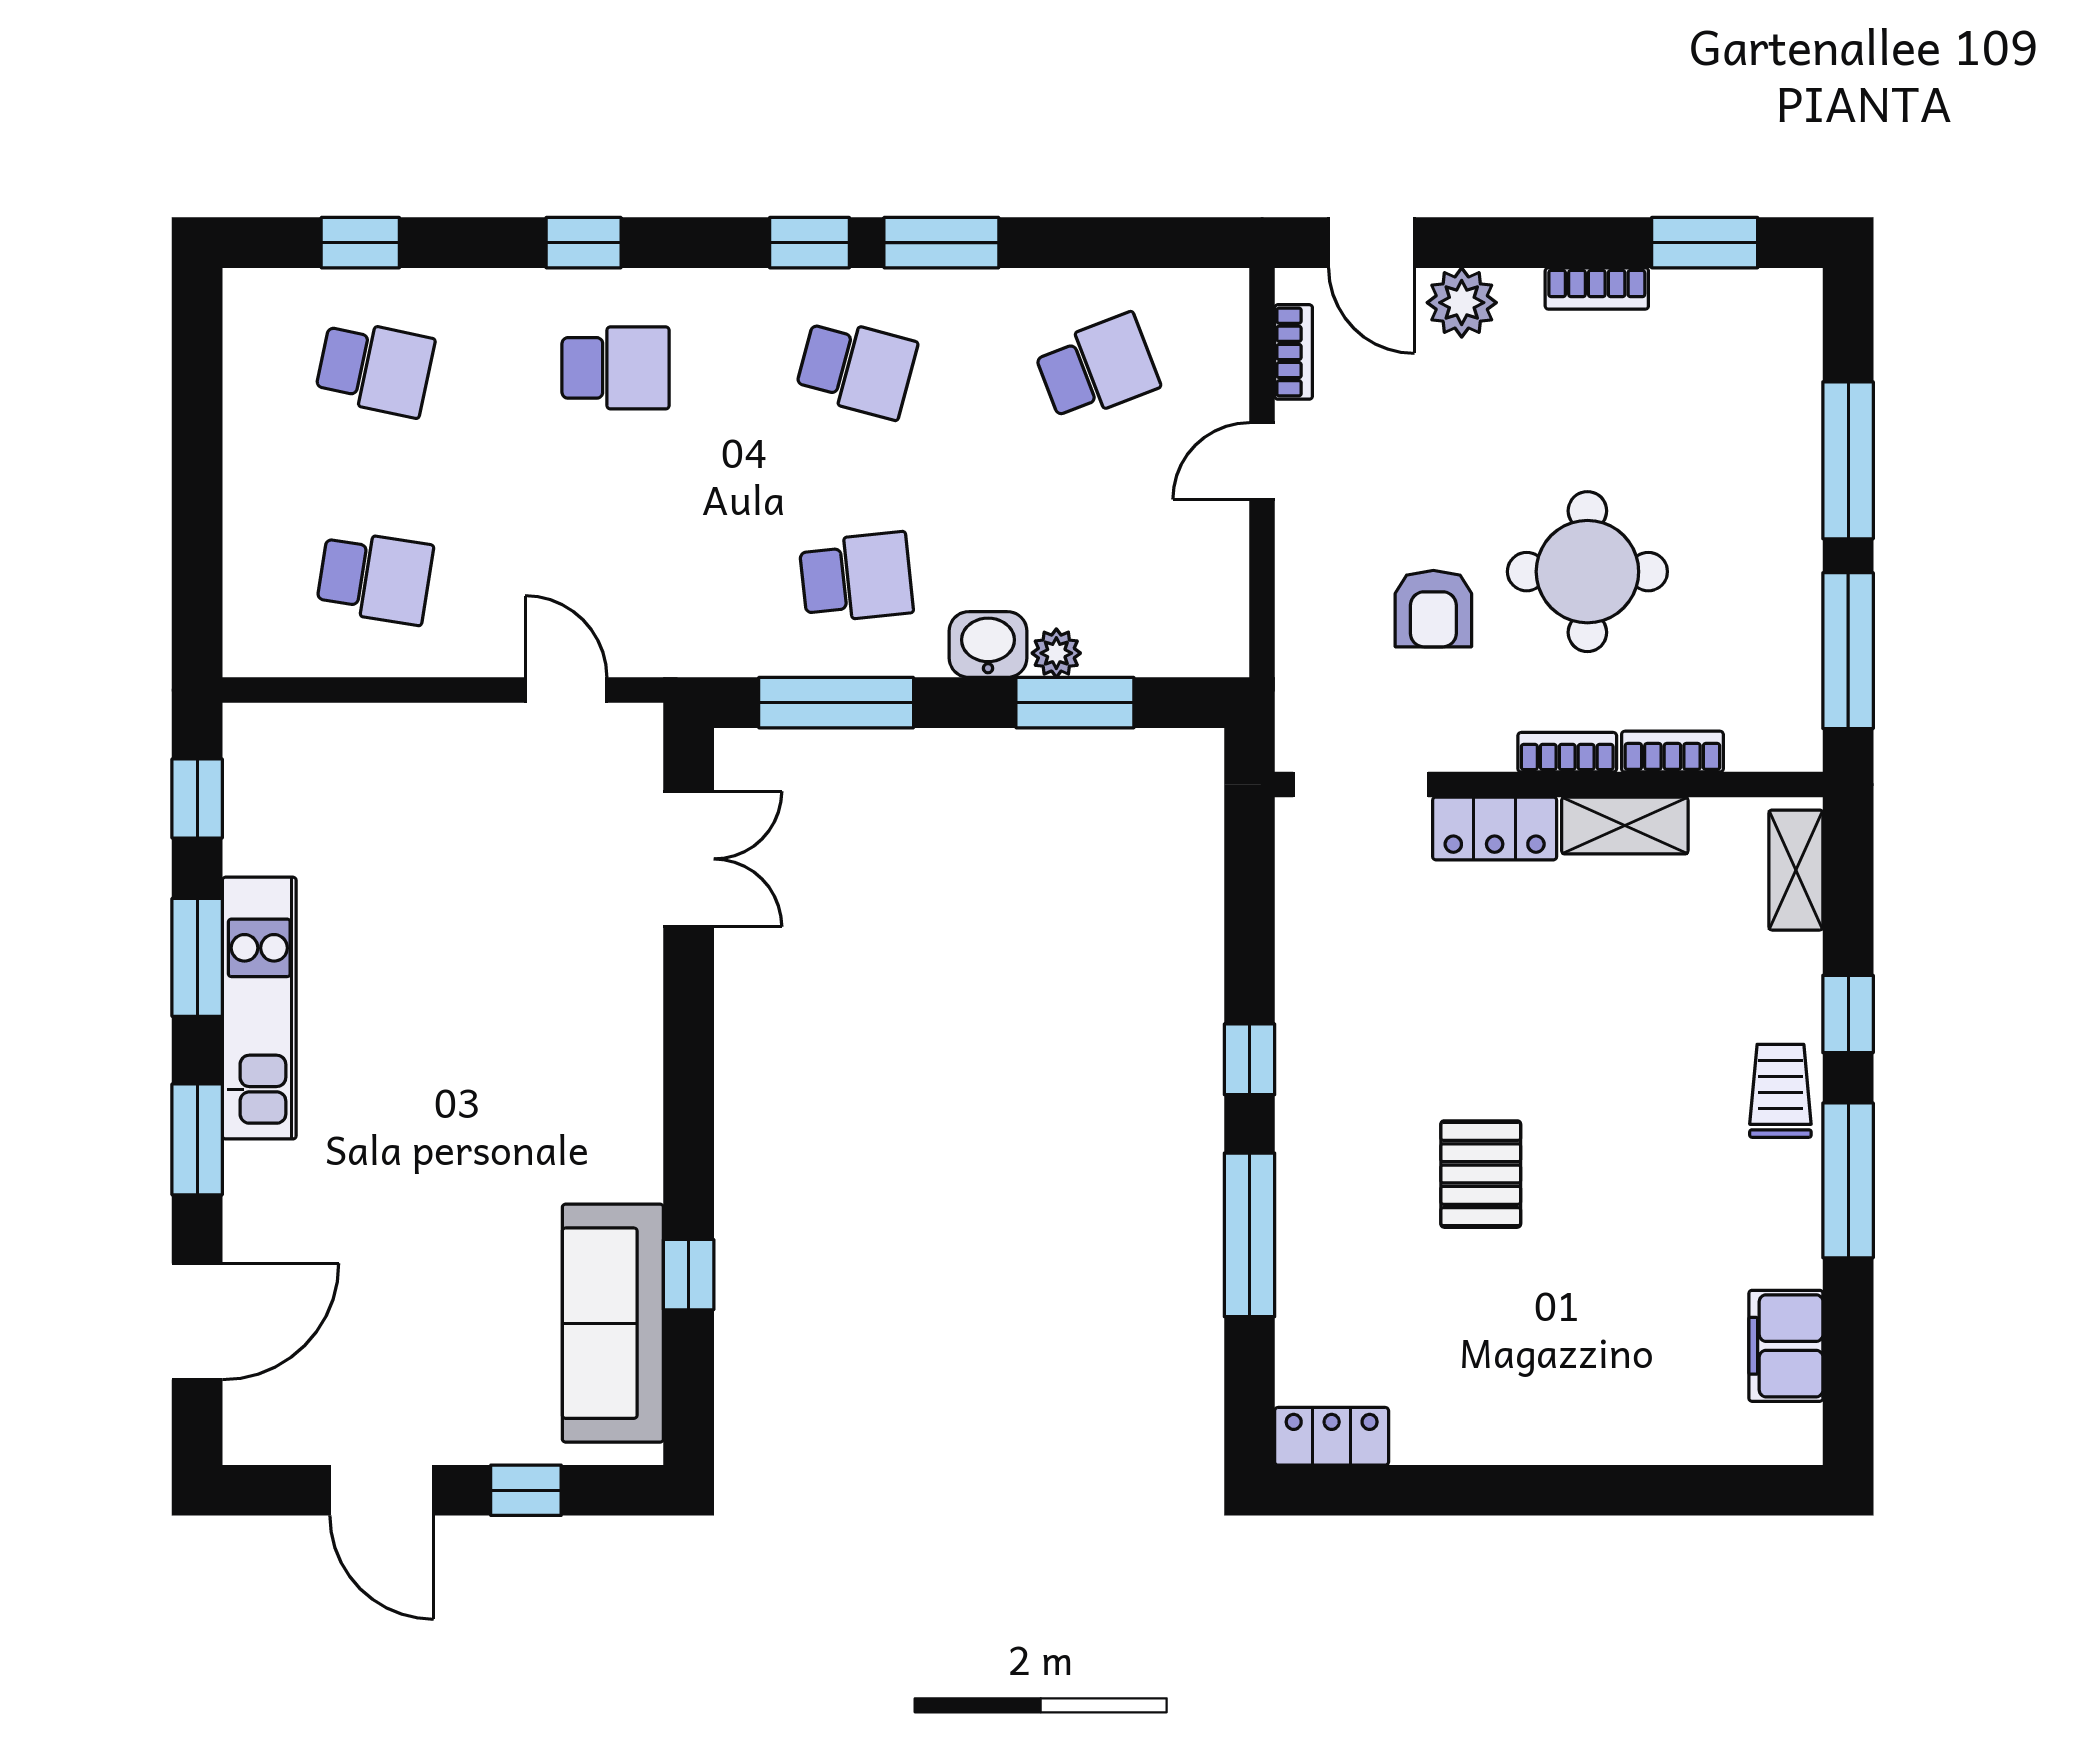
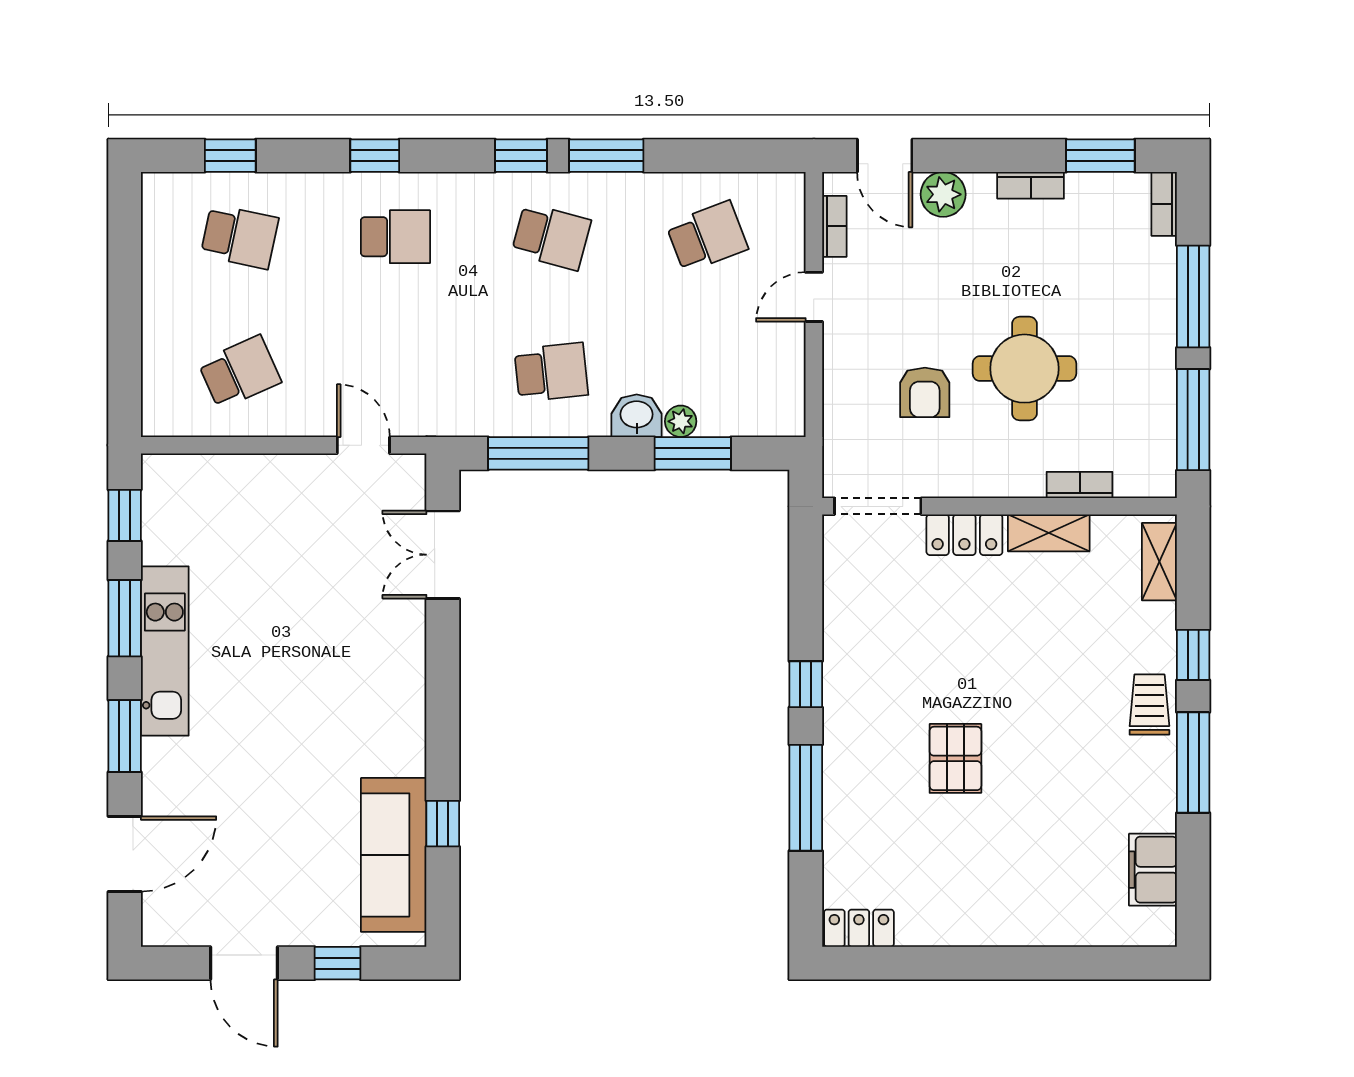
school desk: (375, 577) -> (240, 372), turned -33
bookcase: (1567, 752) -> (1164, 204), moved, turned -90
double door: (689, 859) -> (443, 555), swing flipped

